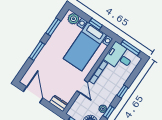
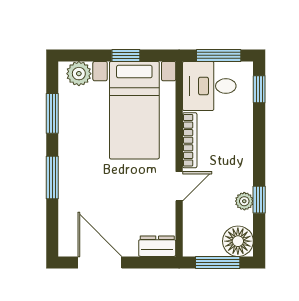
door: (82, 87) -> (179, 186), hinge flipped
window: (123, 92) -> (259, 89), moved

